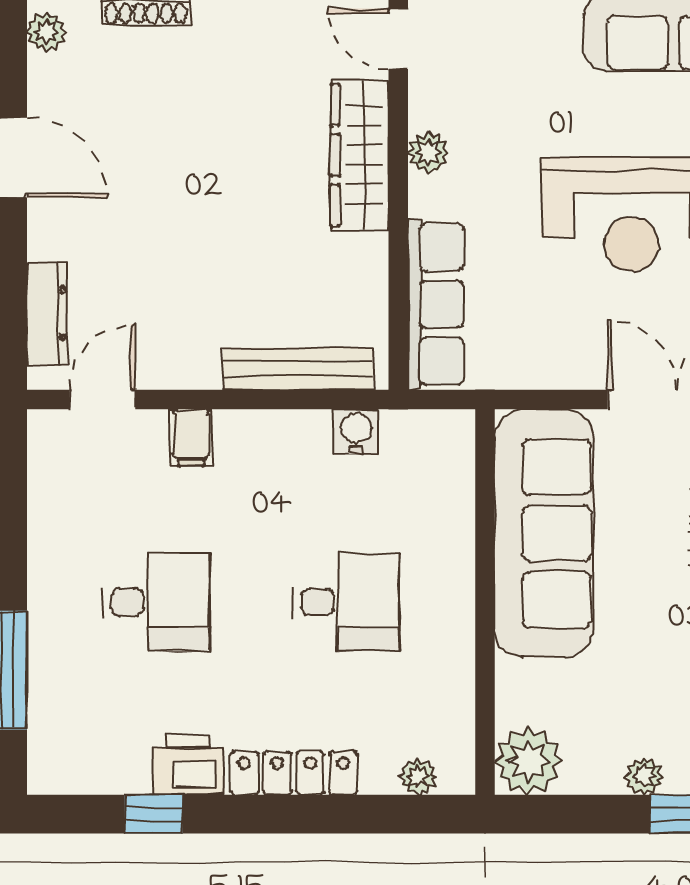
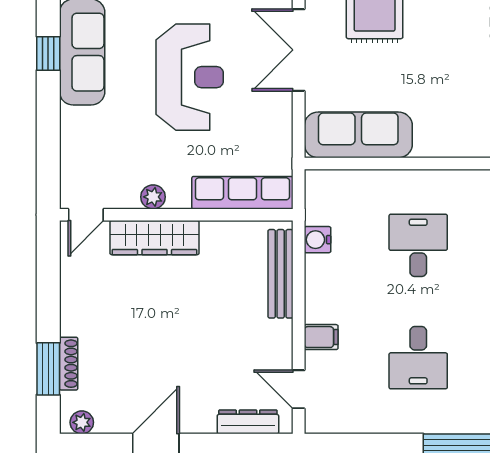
sofa: (544, 533) -> (358, 135), width x0.74, depth x0.79
desk: (156, 602) -> (418, 358), turned 180

